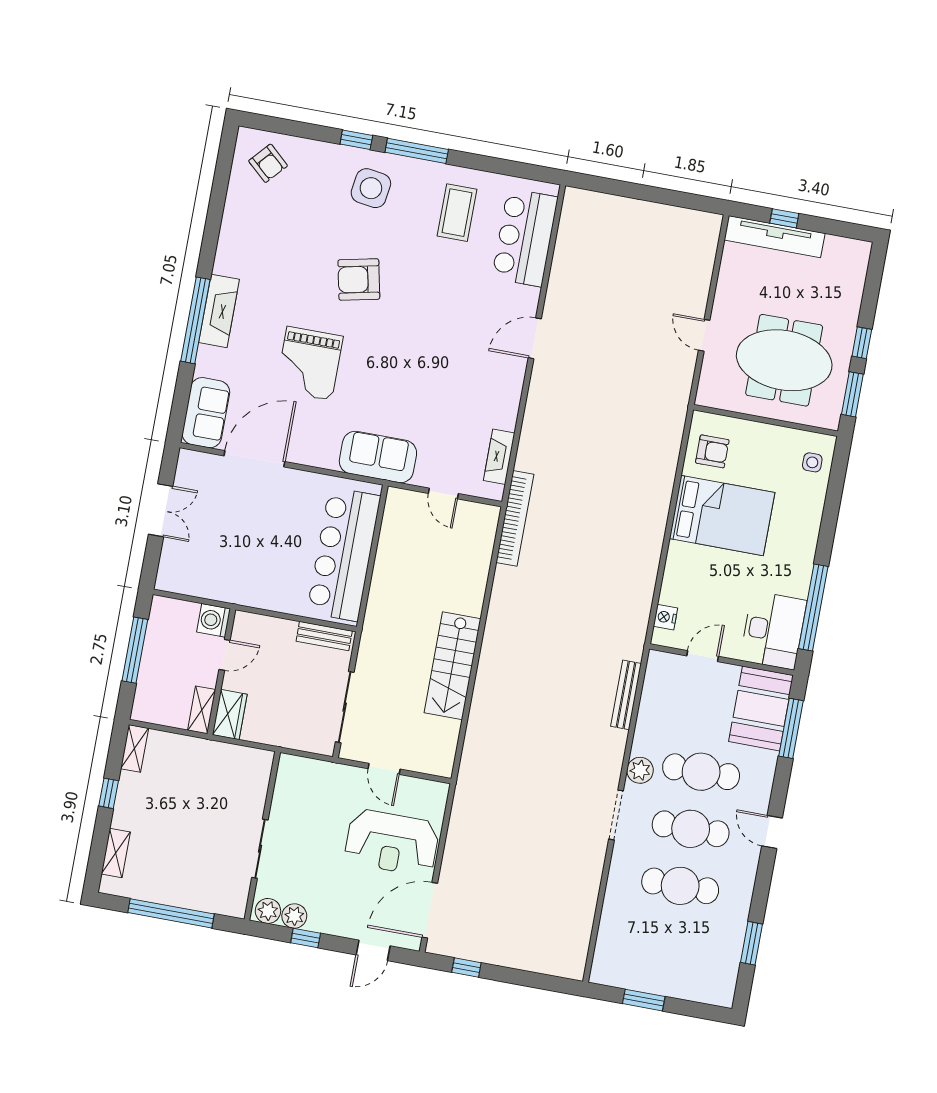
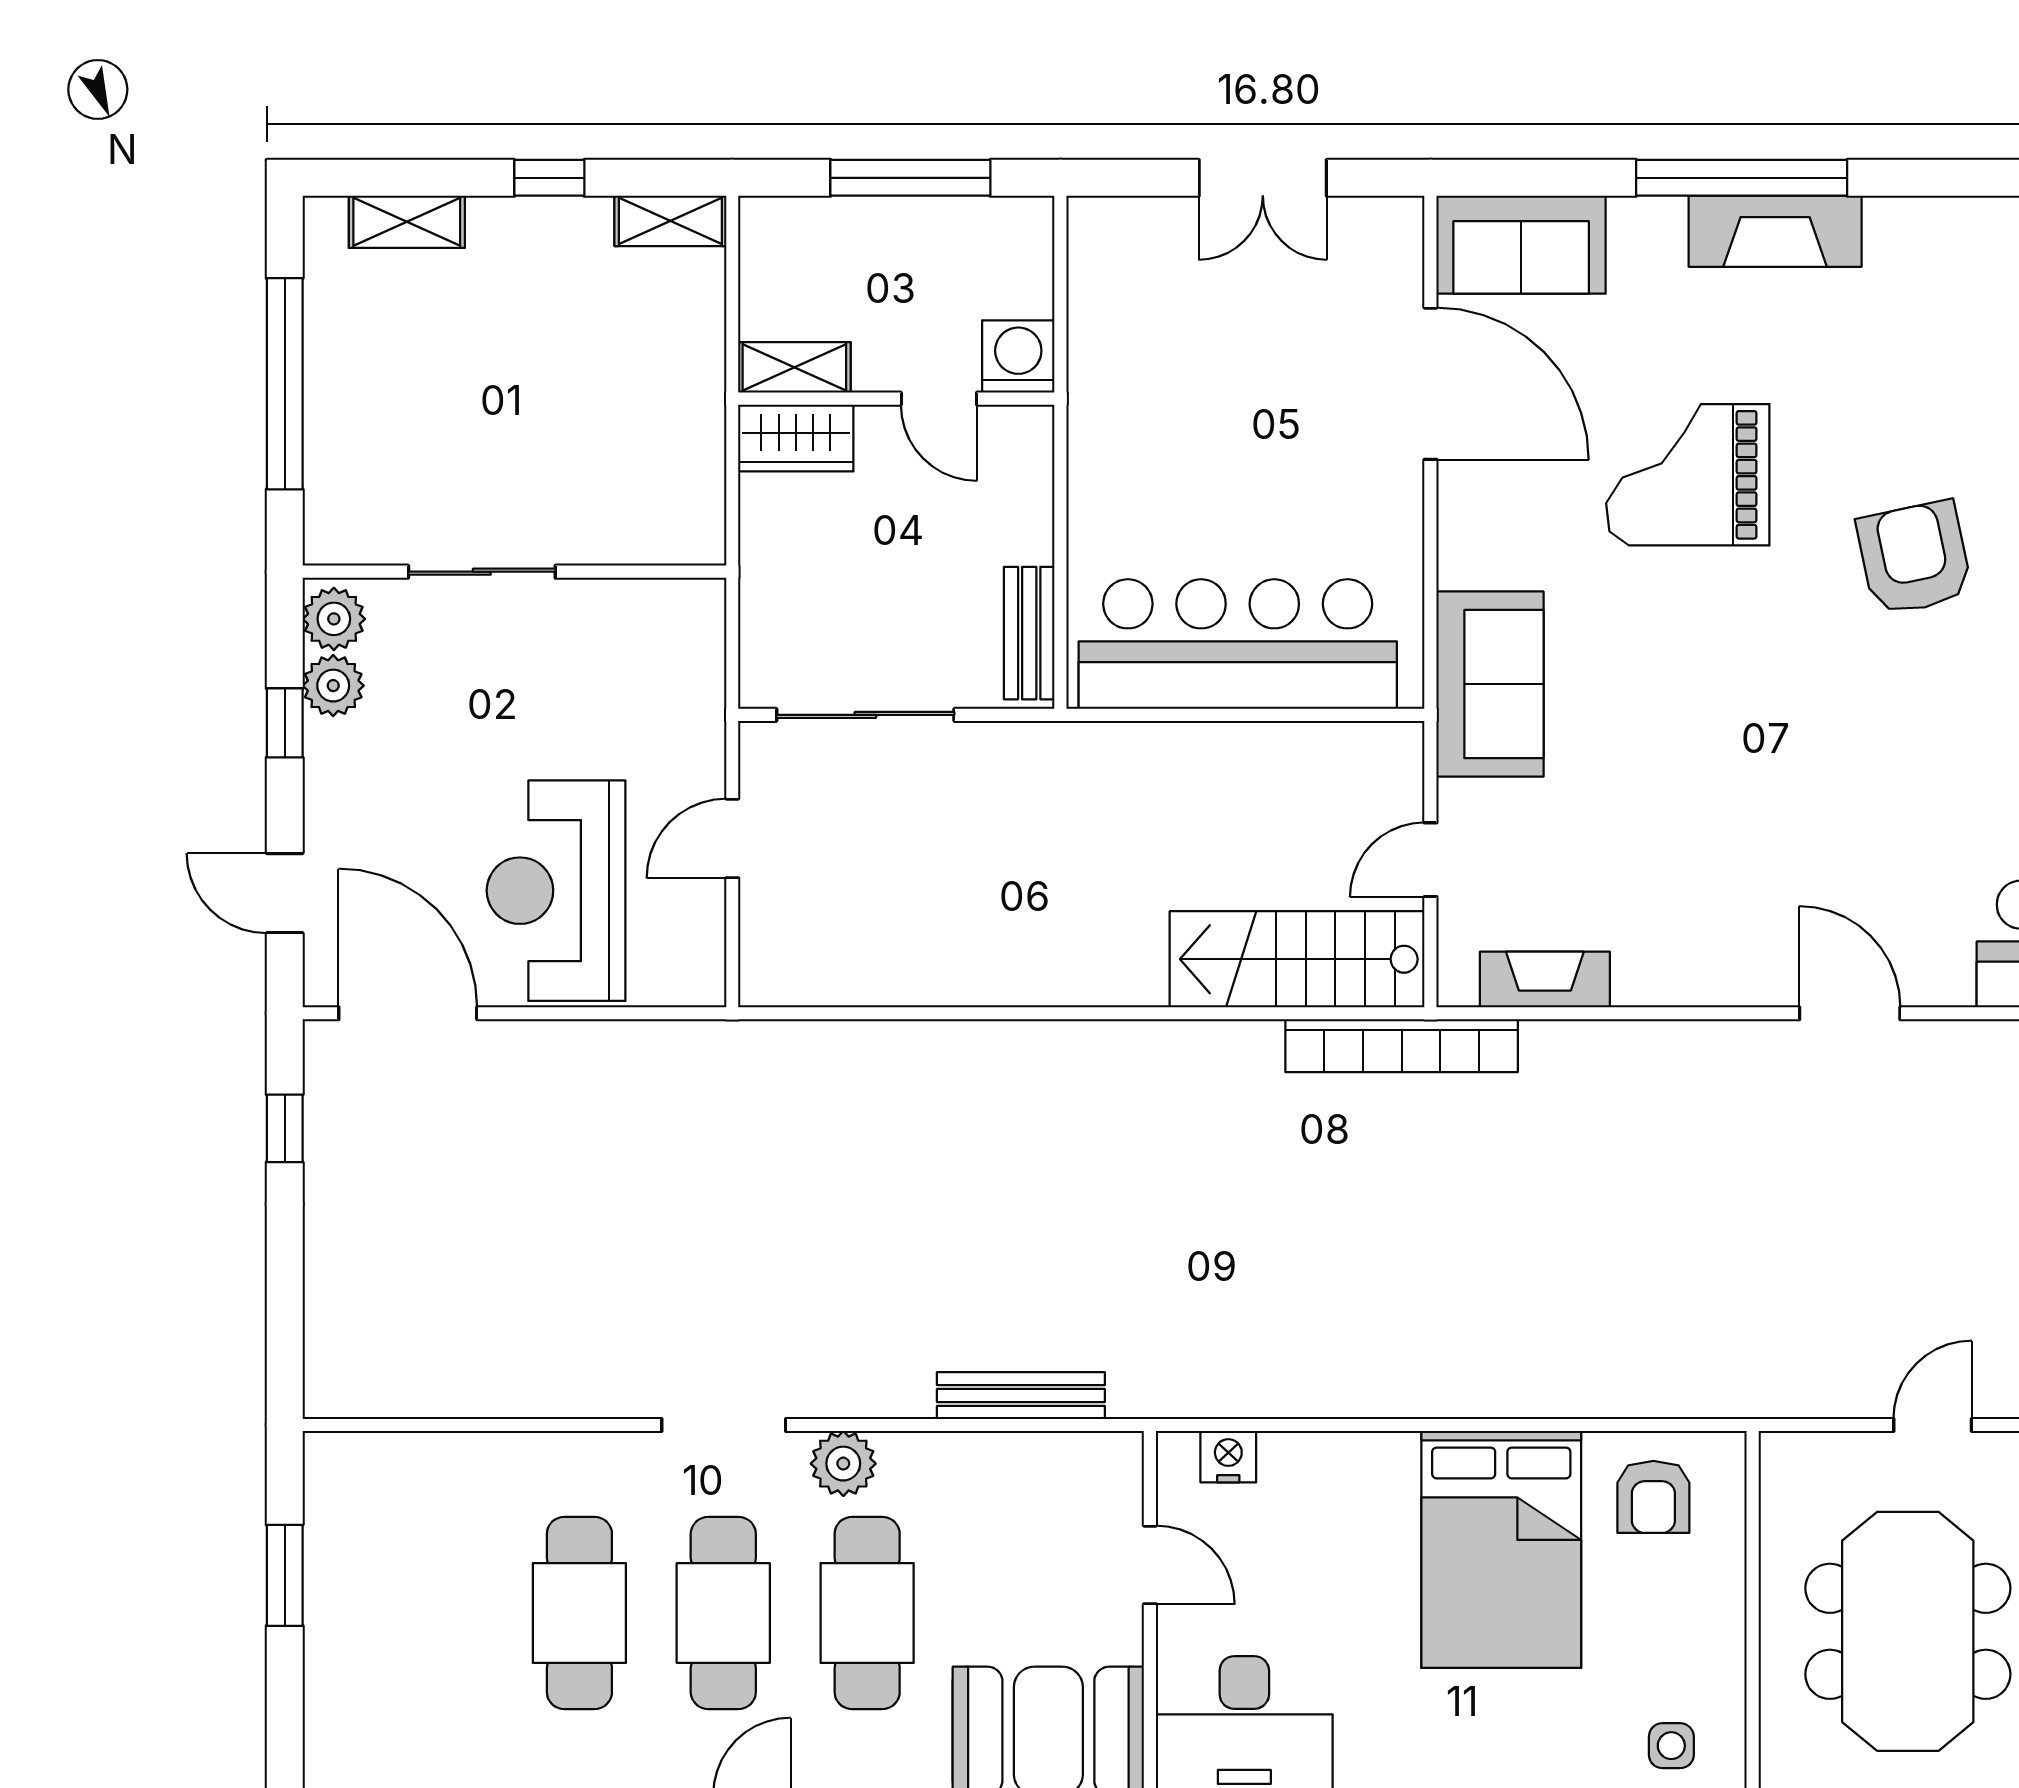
stairs: (452, 666) -> (1297, 959), moved

